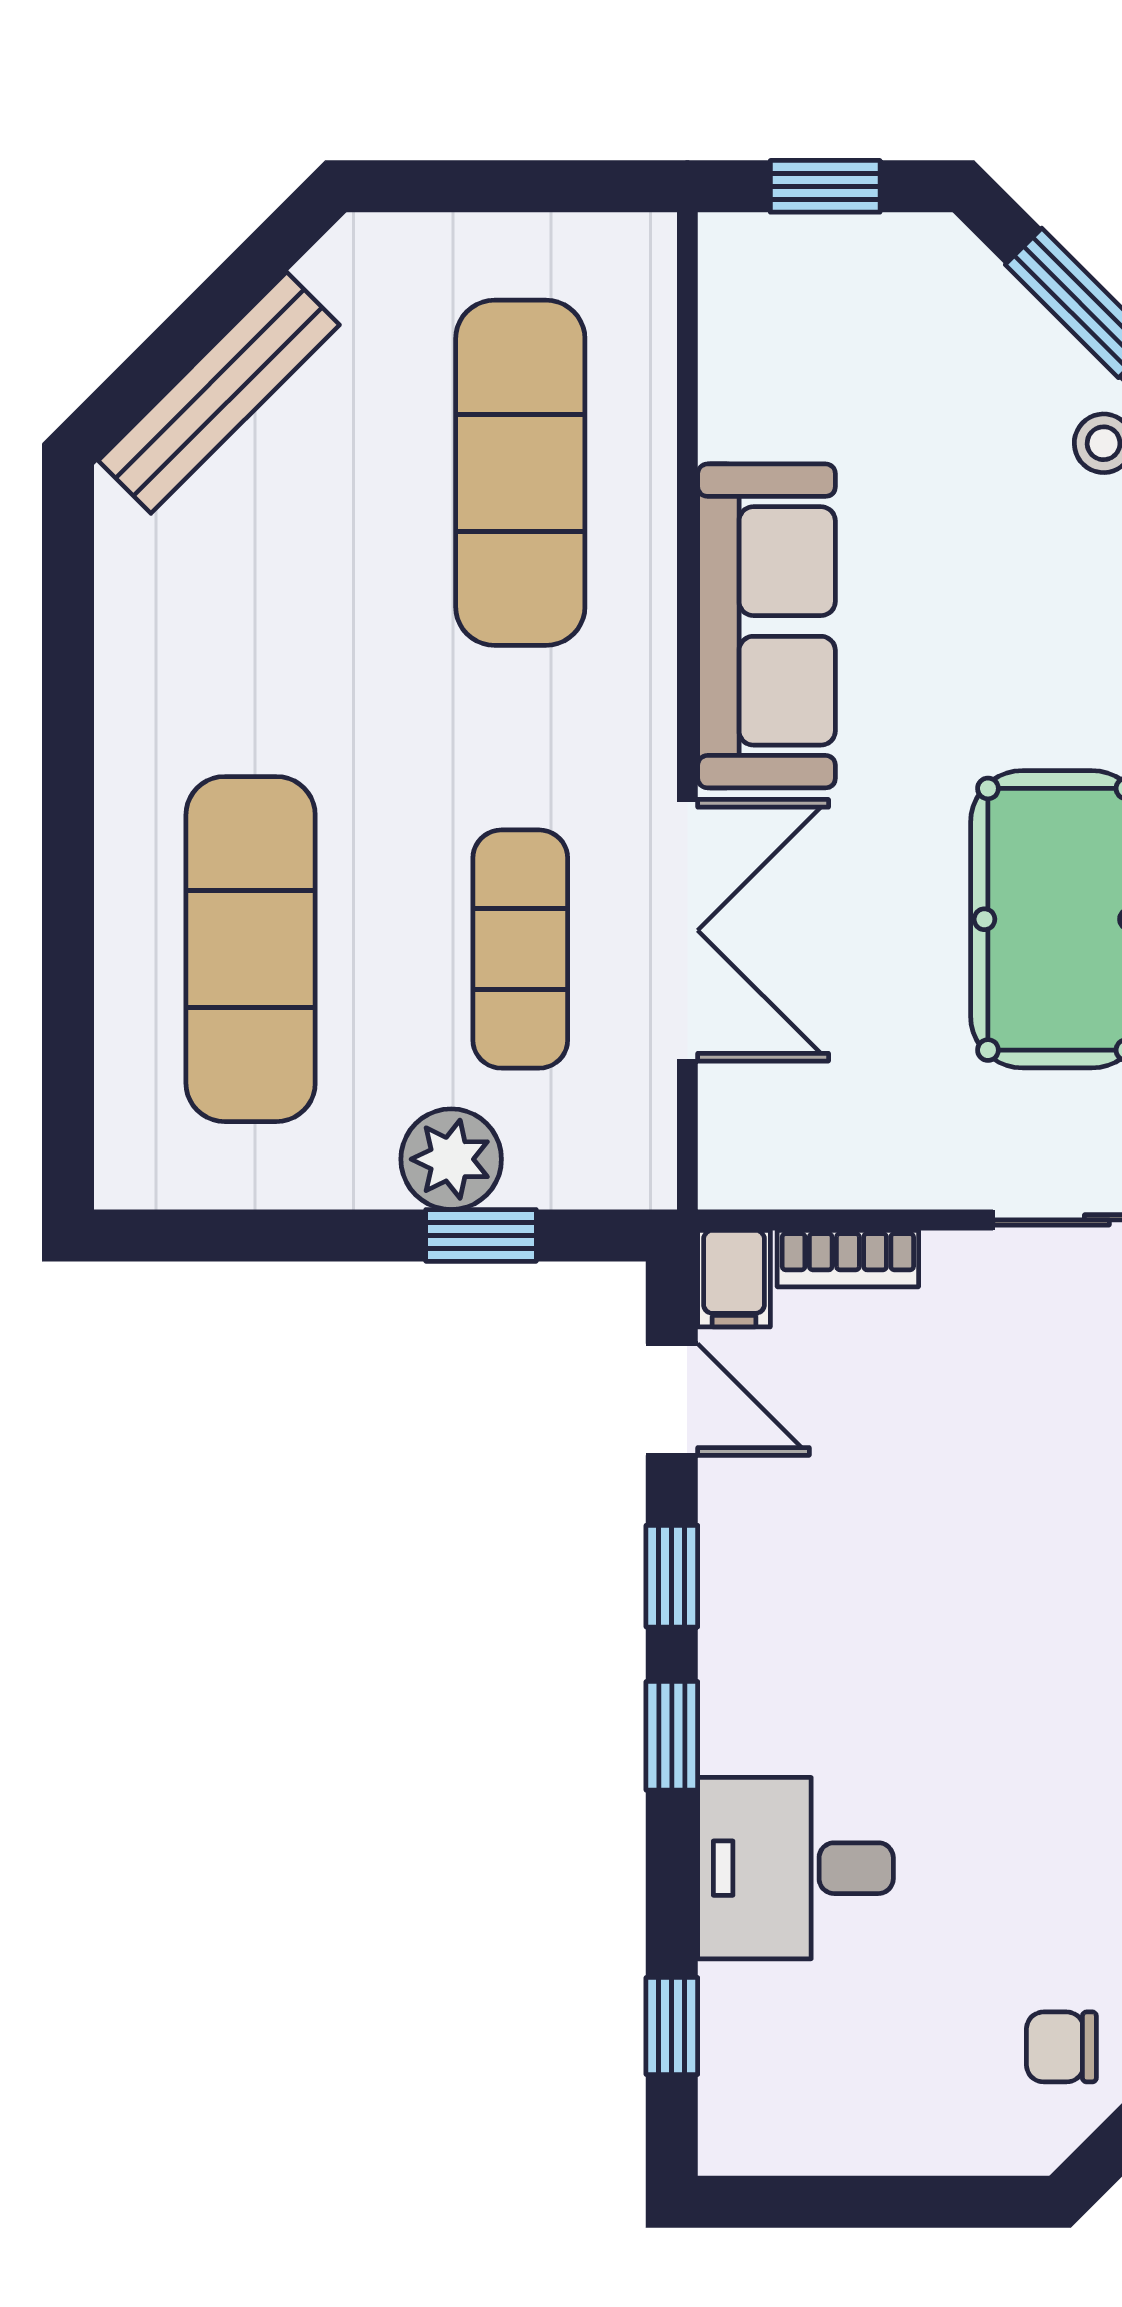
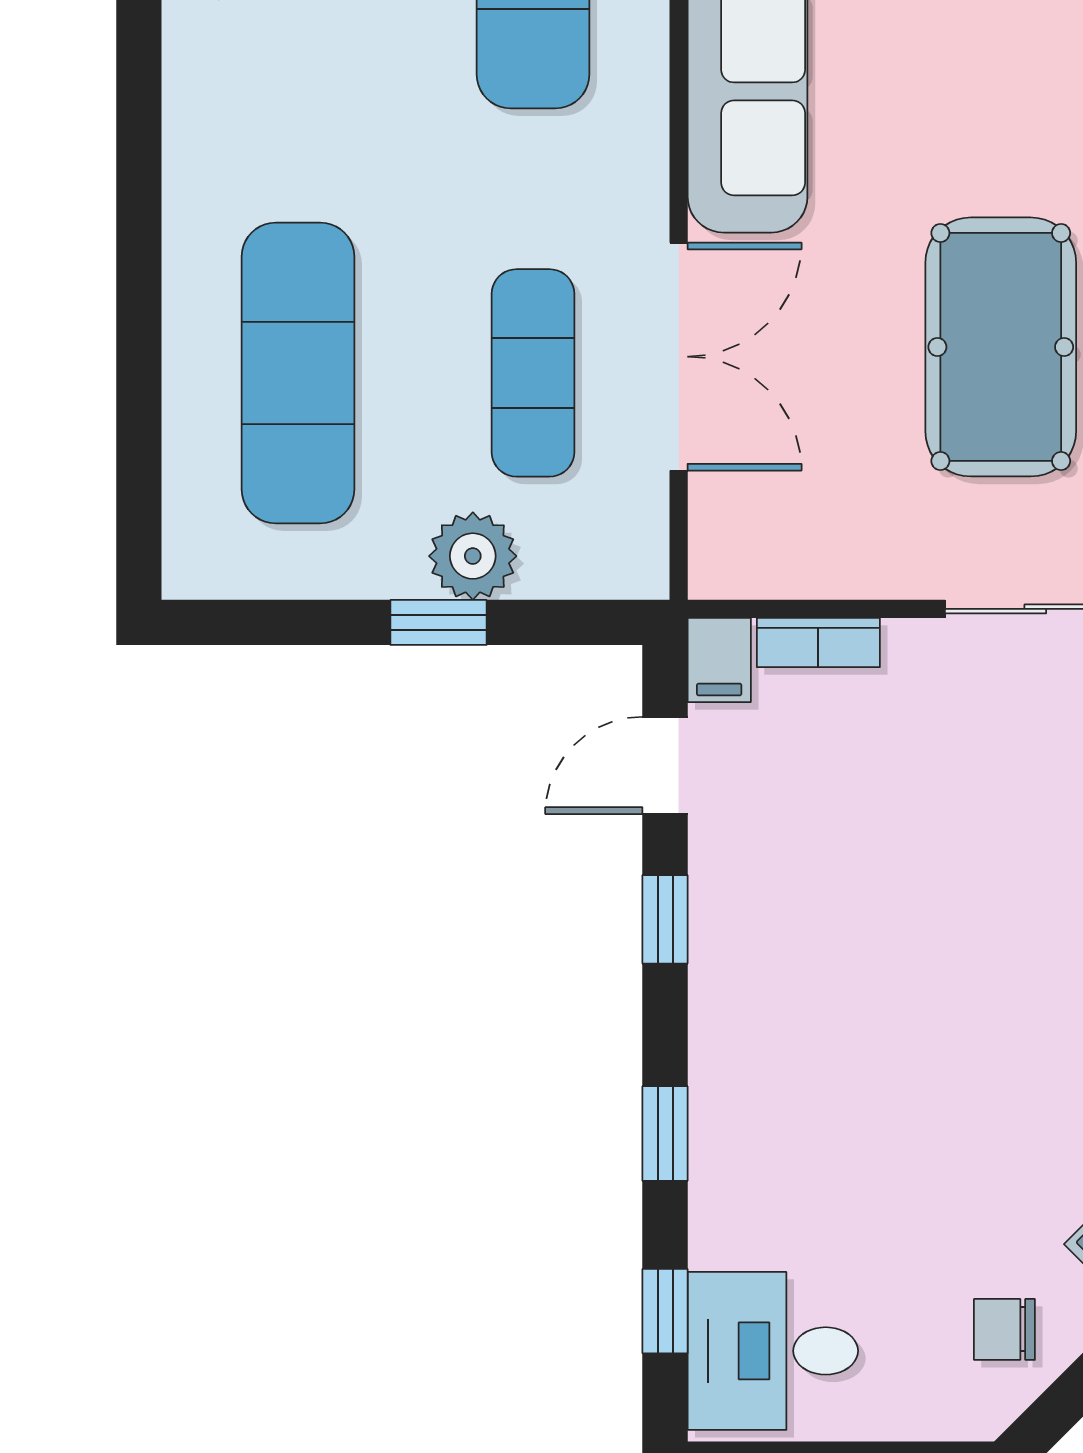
window: (481, 1235) -> (438, 622), moved
door: (672, 1400) -> (665, 765), swing flipped
window: (672, 1736) -> (665, 1134), moved
desk: (796, 1868) -> (773, 1351), moved

